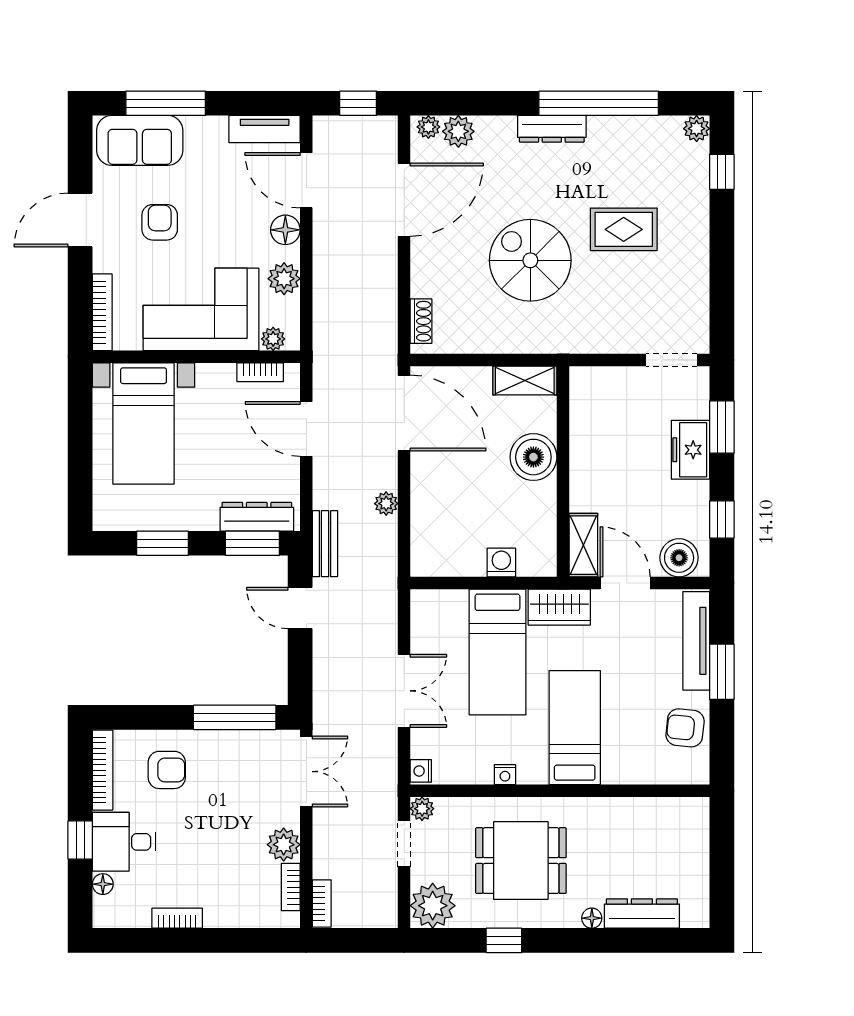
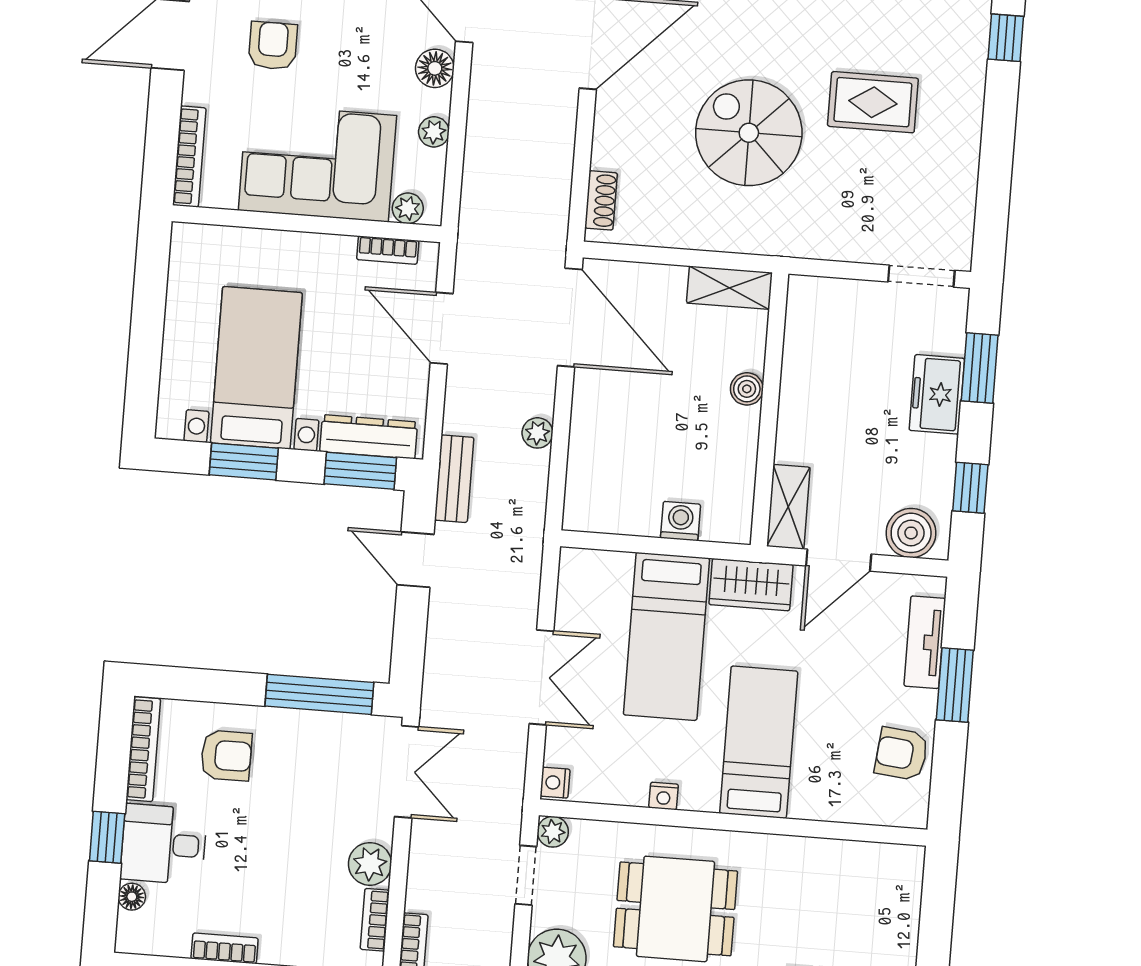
plant: (284, 279) -> (434, 132), width x0.73, depth x0.73
bed with nightstands: (144, 424) -> (256, 368), moved, turned 180
boiler: (533, 457) -> (747, 389), width x0.54, depth x0.54
door: (625, 583) -> (839, 560), swing flipped
tv unit: (696, 641) -> (925, 642), width x0.71

